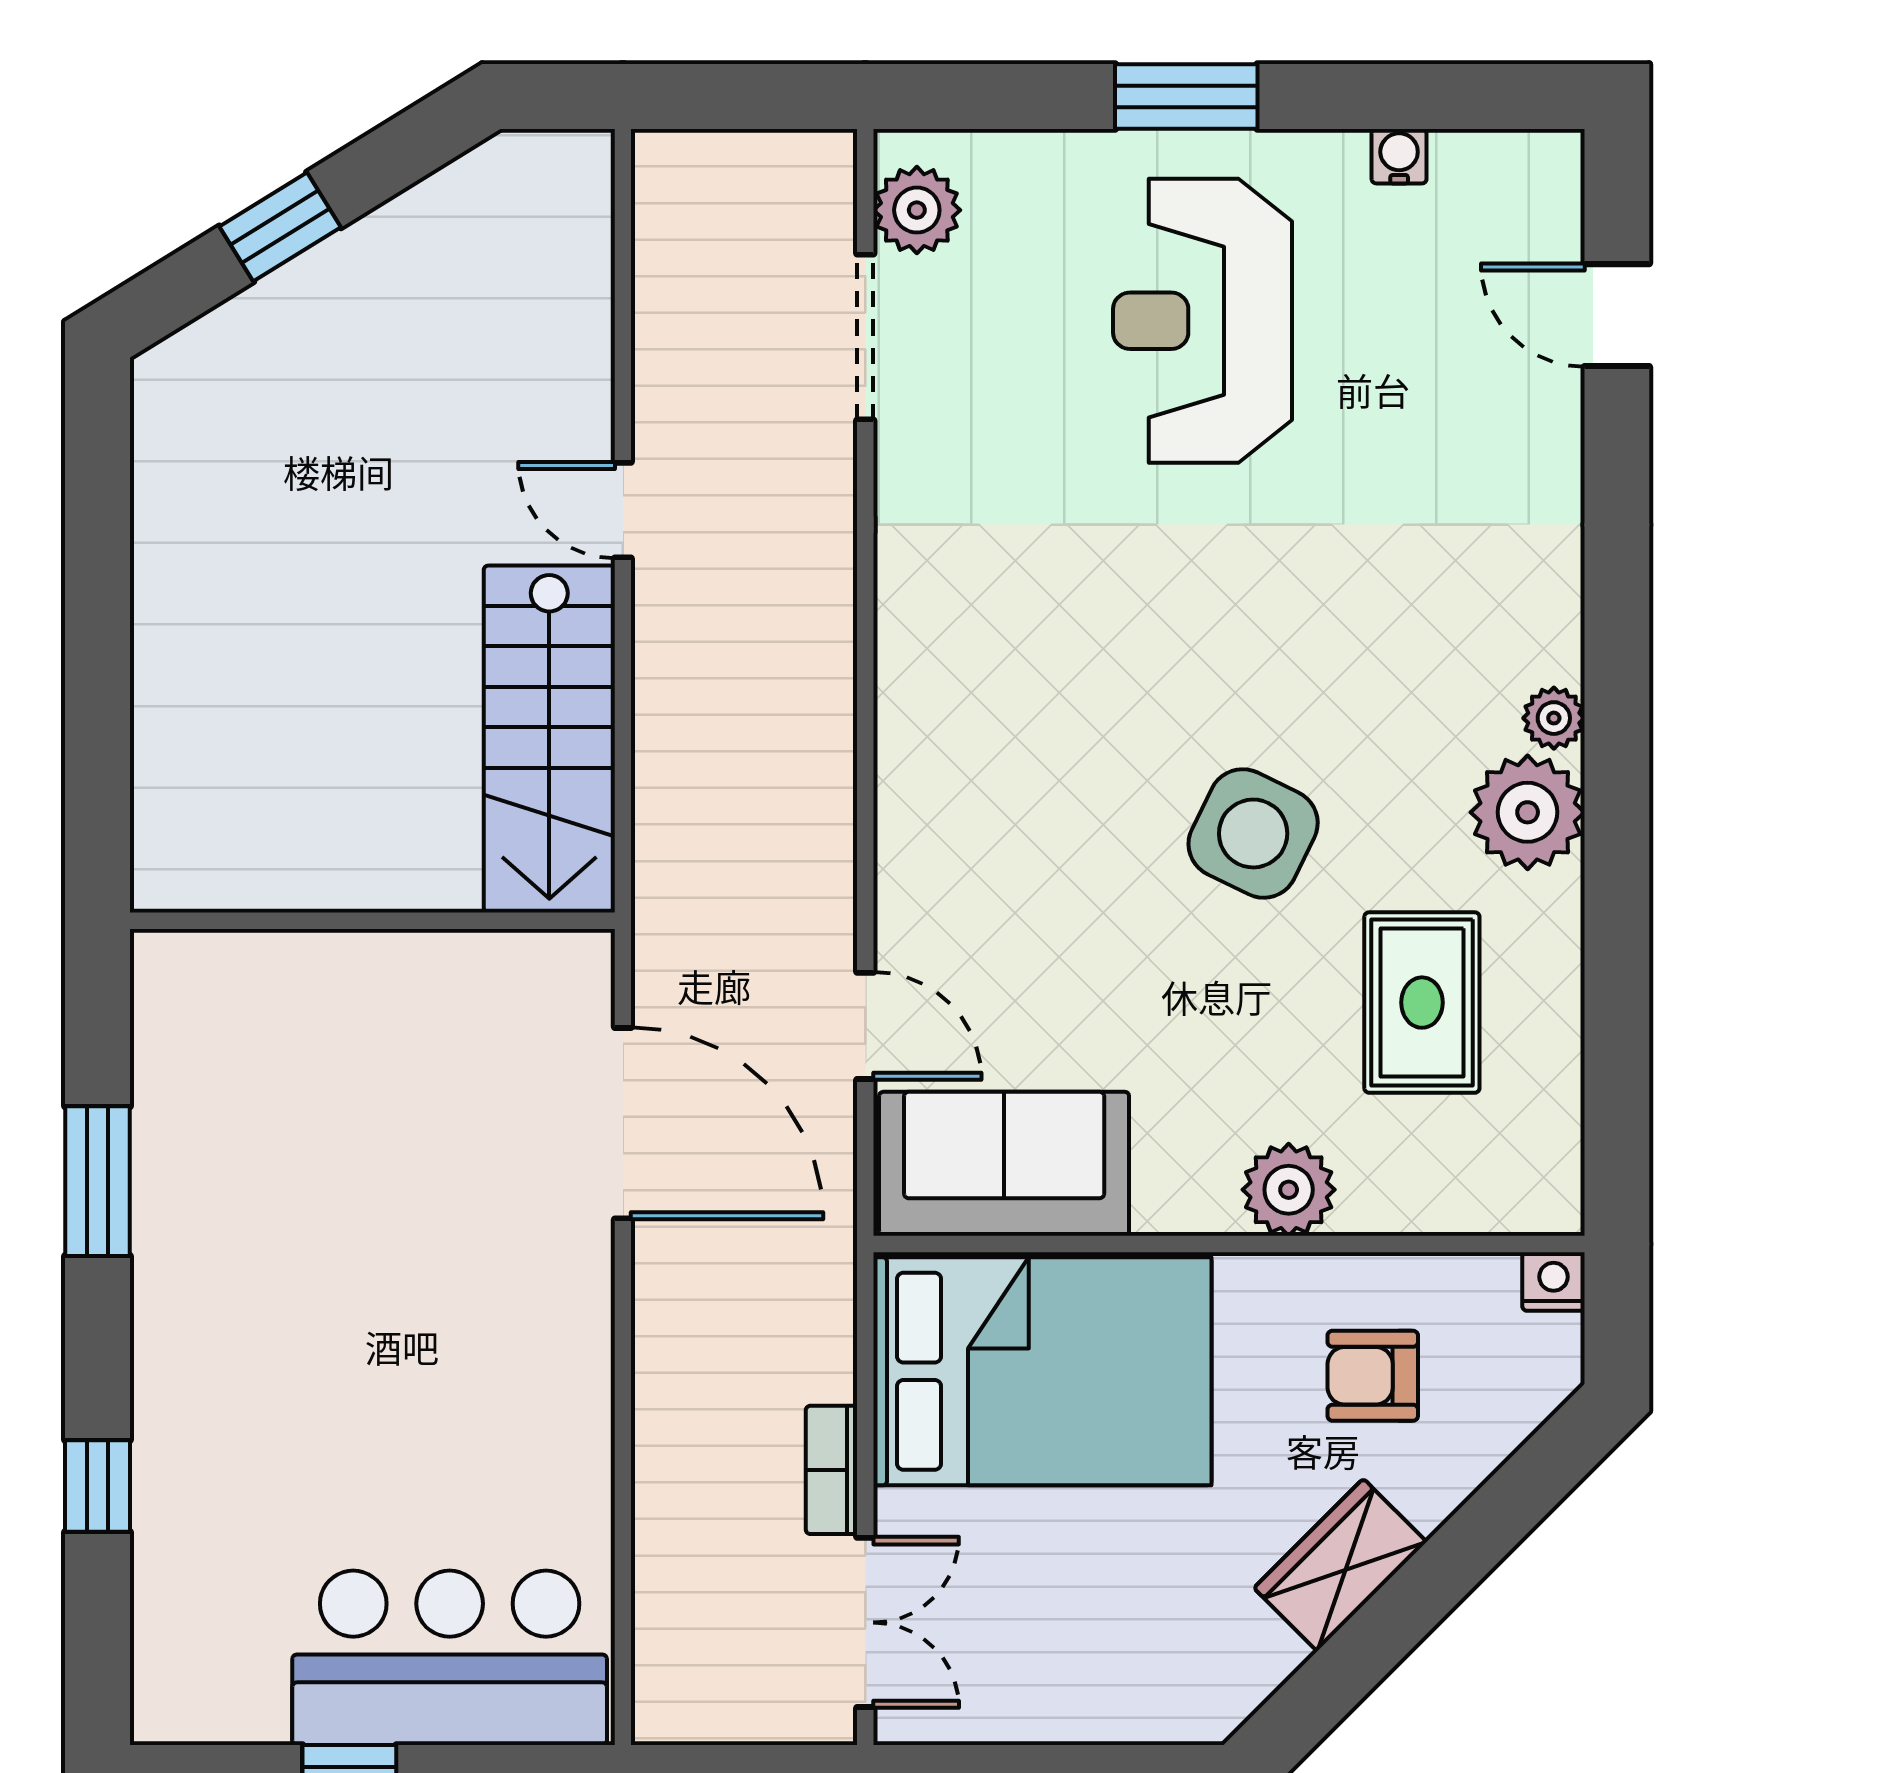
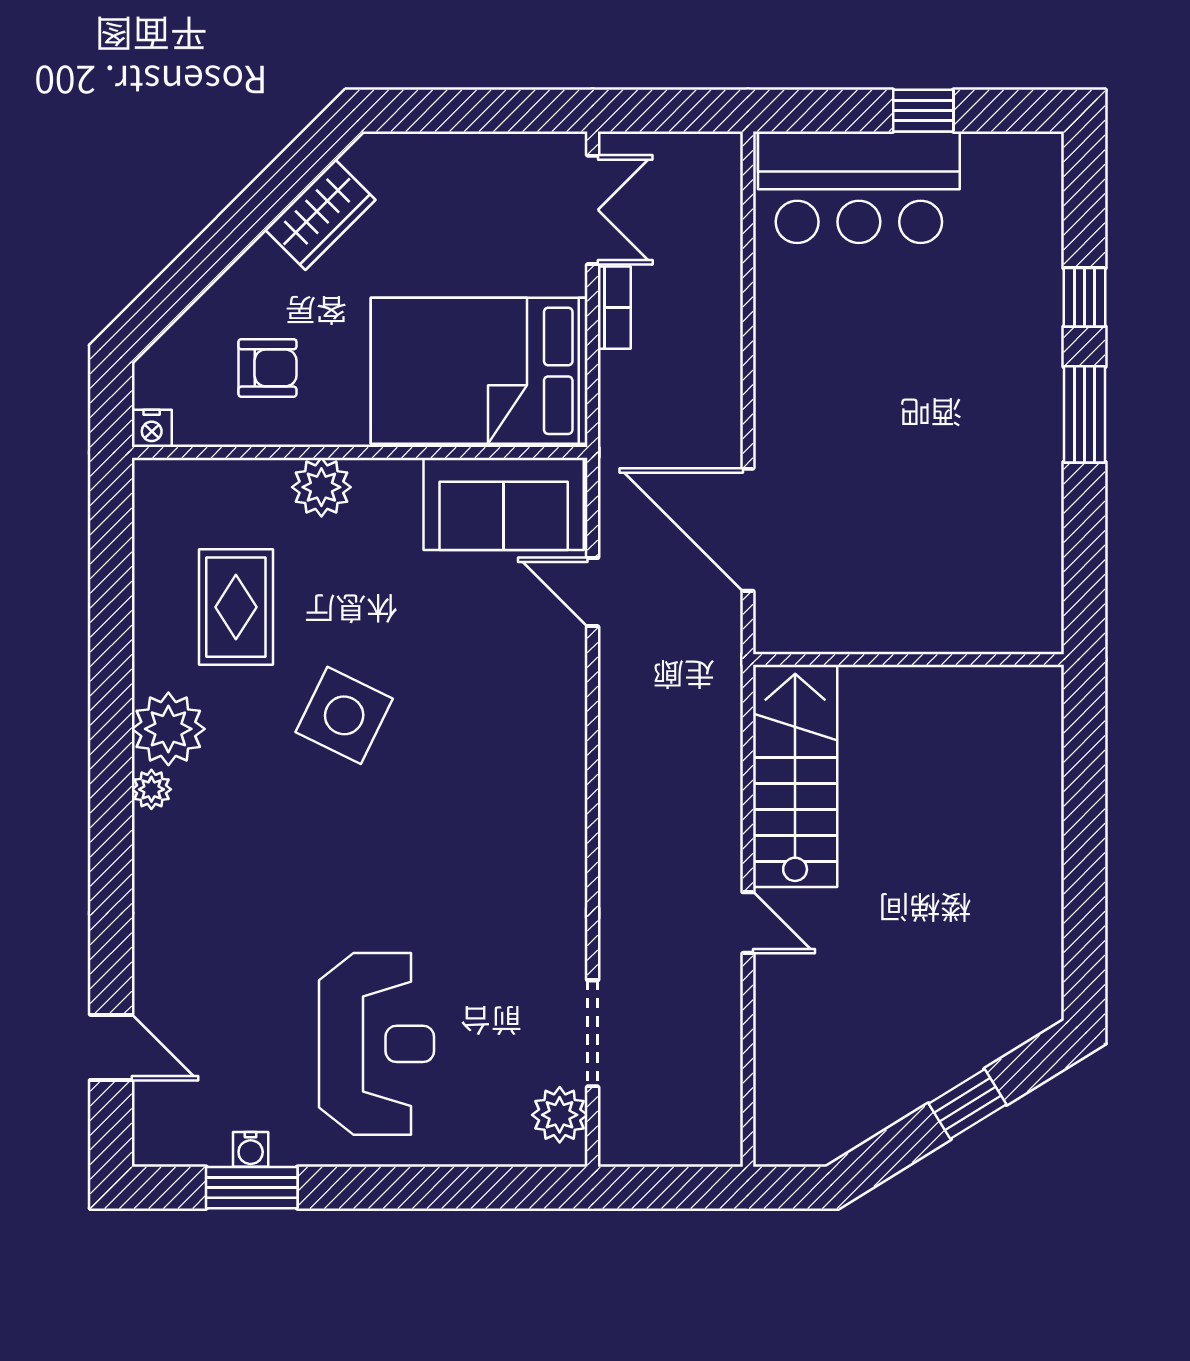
window: (1186, 96) -> (252, 1188), moved
window: (98, 1181) -> (1084, 414), moved
wardrobe: (1340, 1565) -> (320, 215), moved
double door: (865, 1622) -> (593, 210), swing flipped

